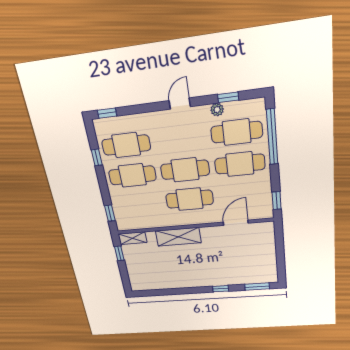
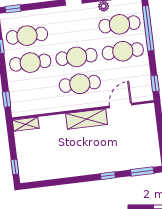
shelving: (178, 237) -> (87, 119), moved
window: (119, 253) -> (15, 167), moved

